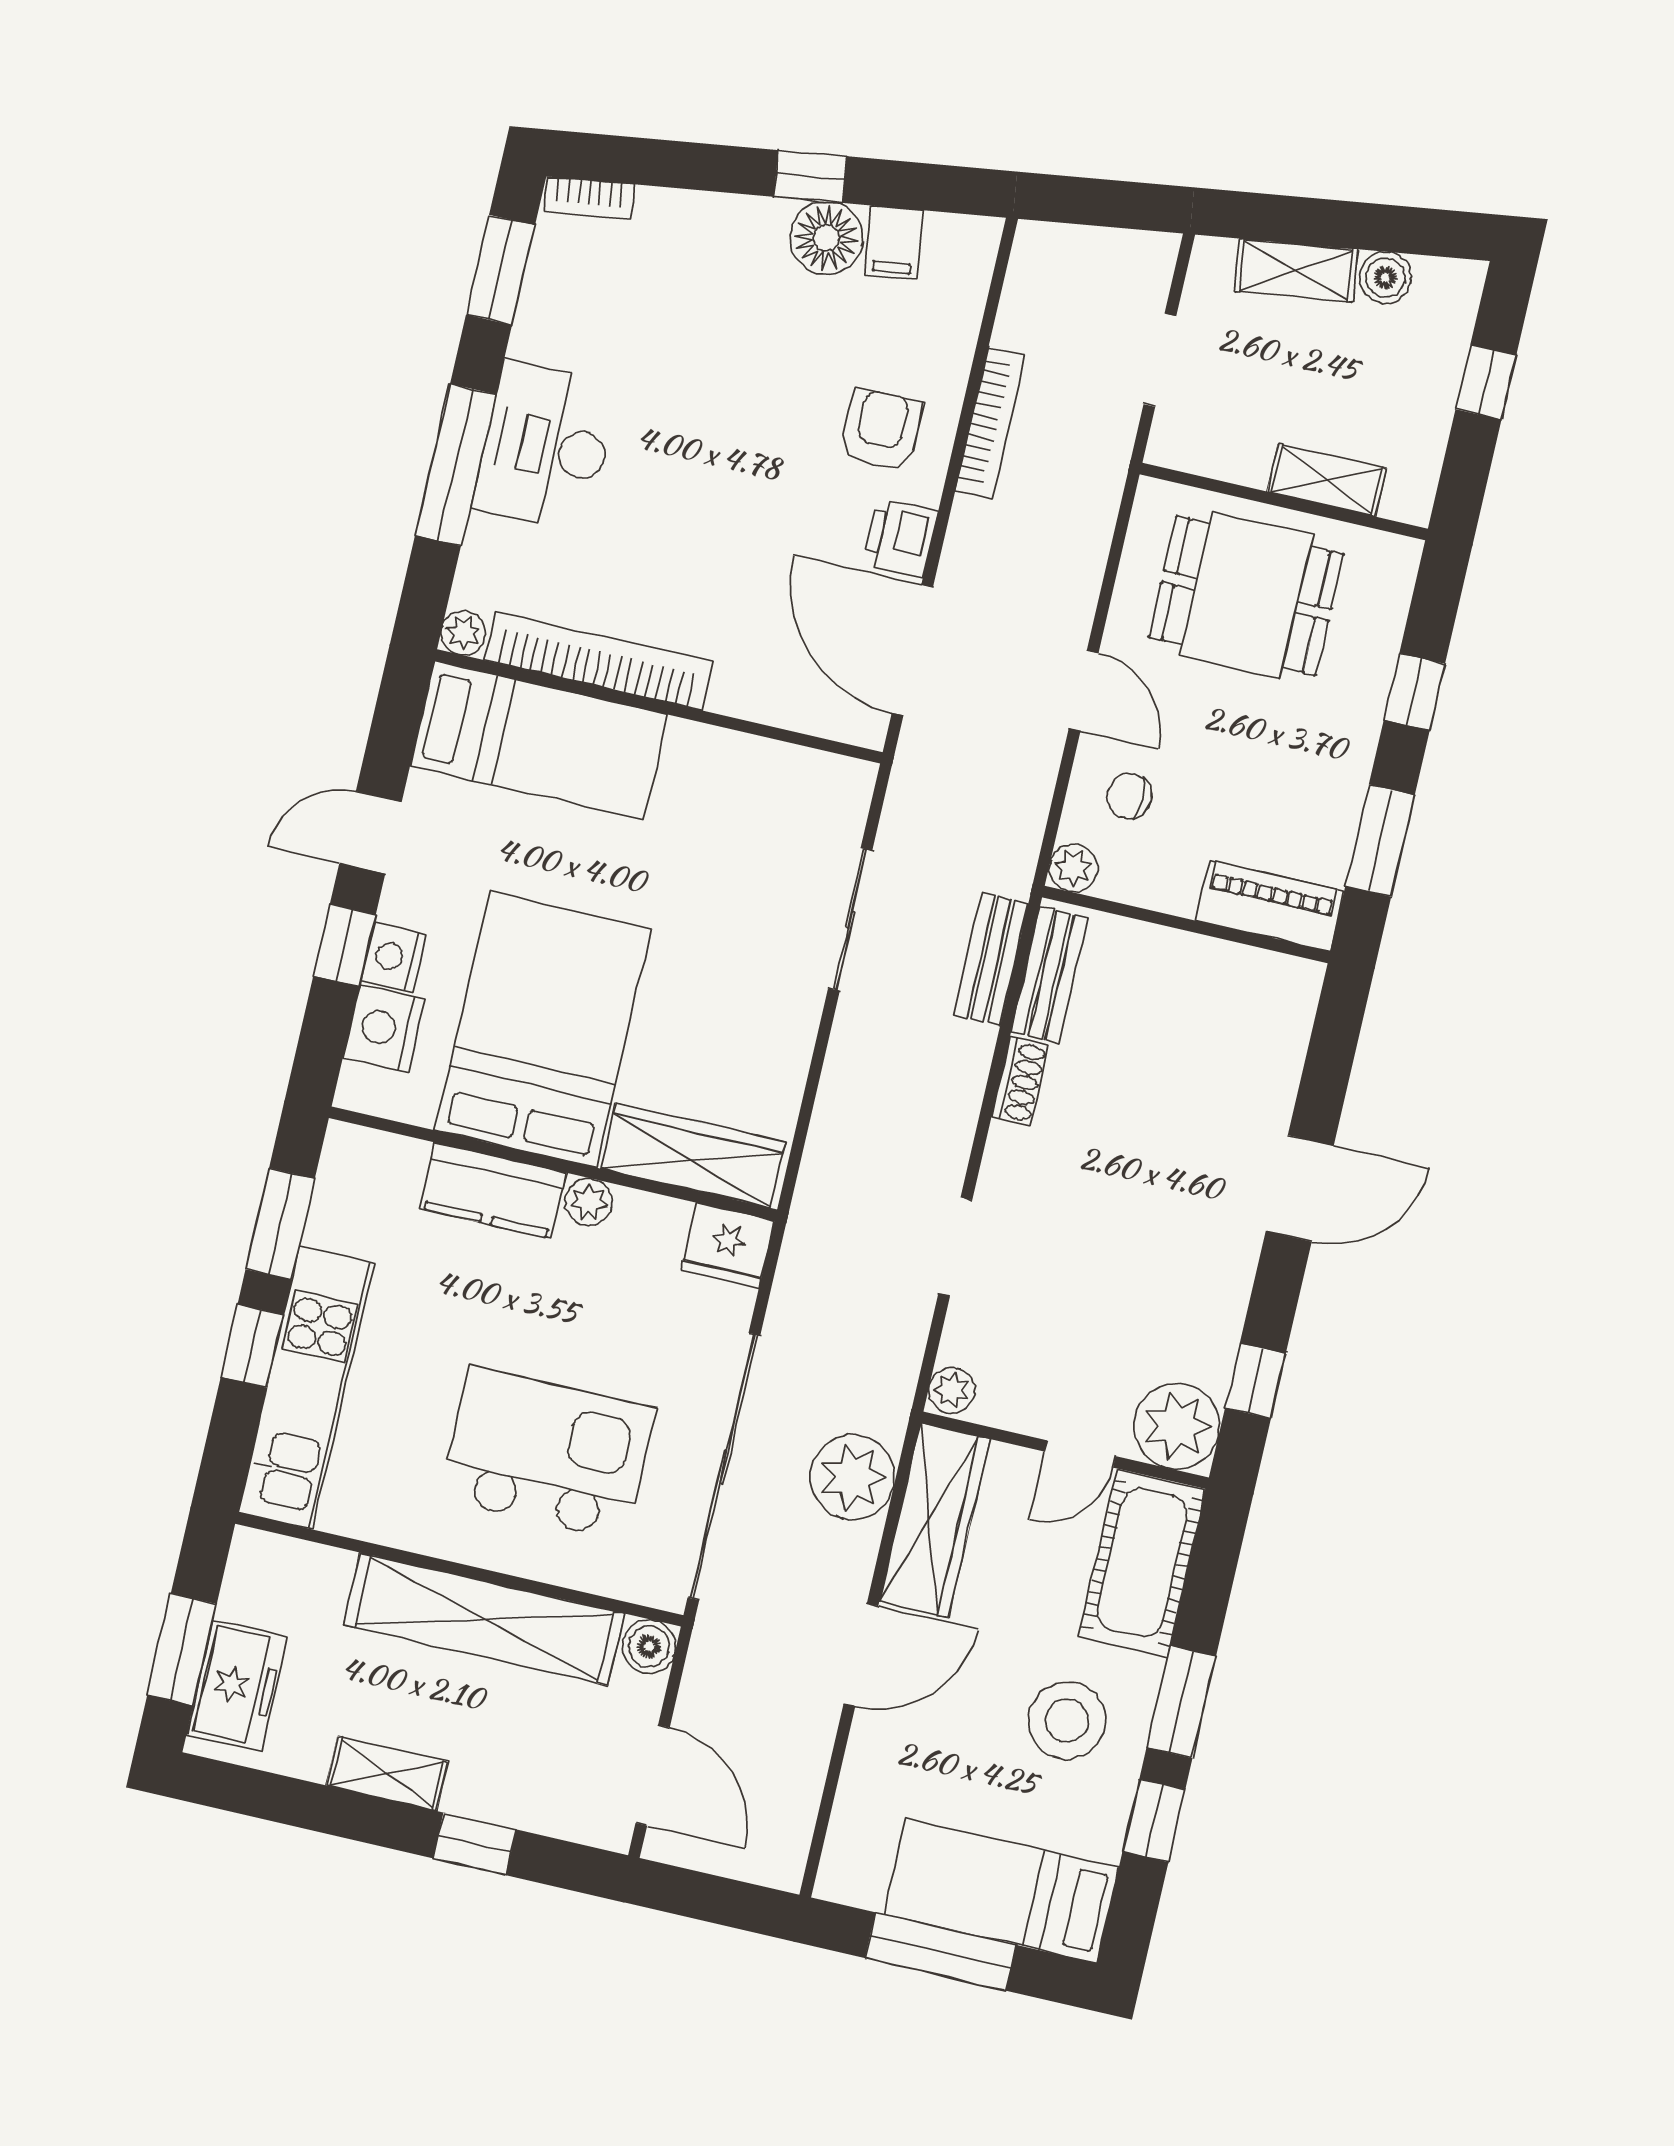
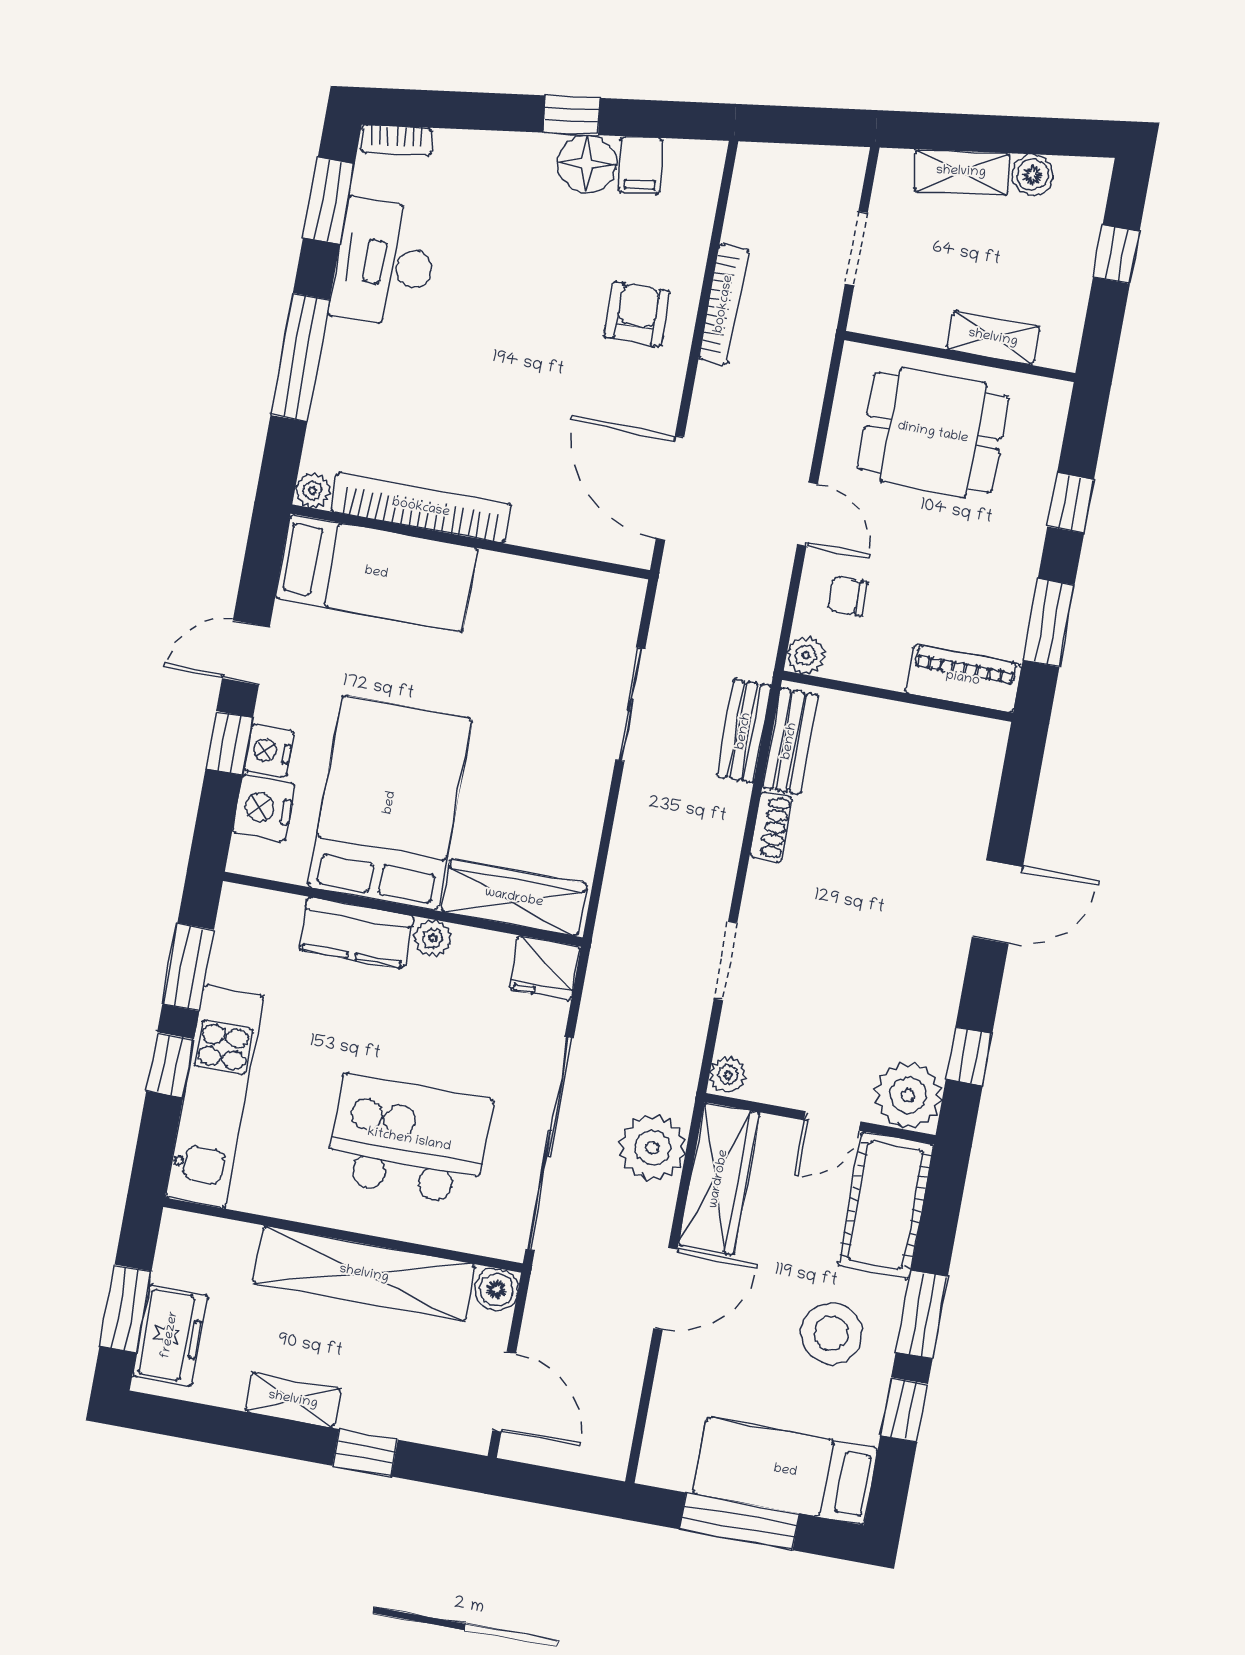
desk: (545, 447) -> (385, 263), moved
printer: (900, 537) -> (656, 399), removed

